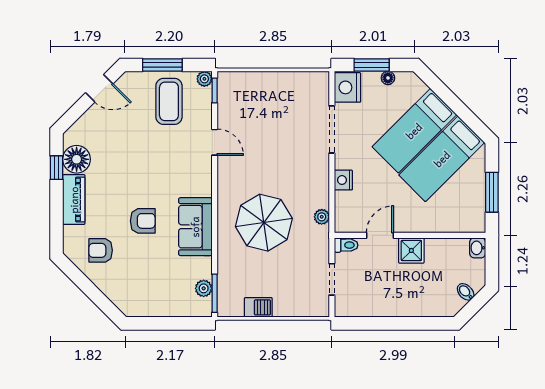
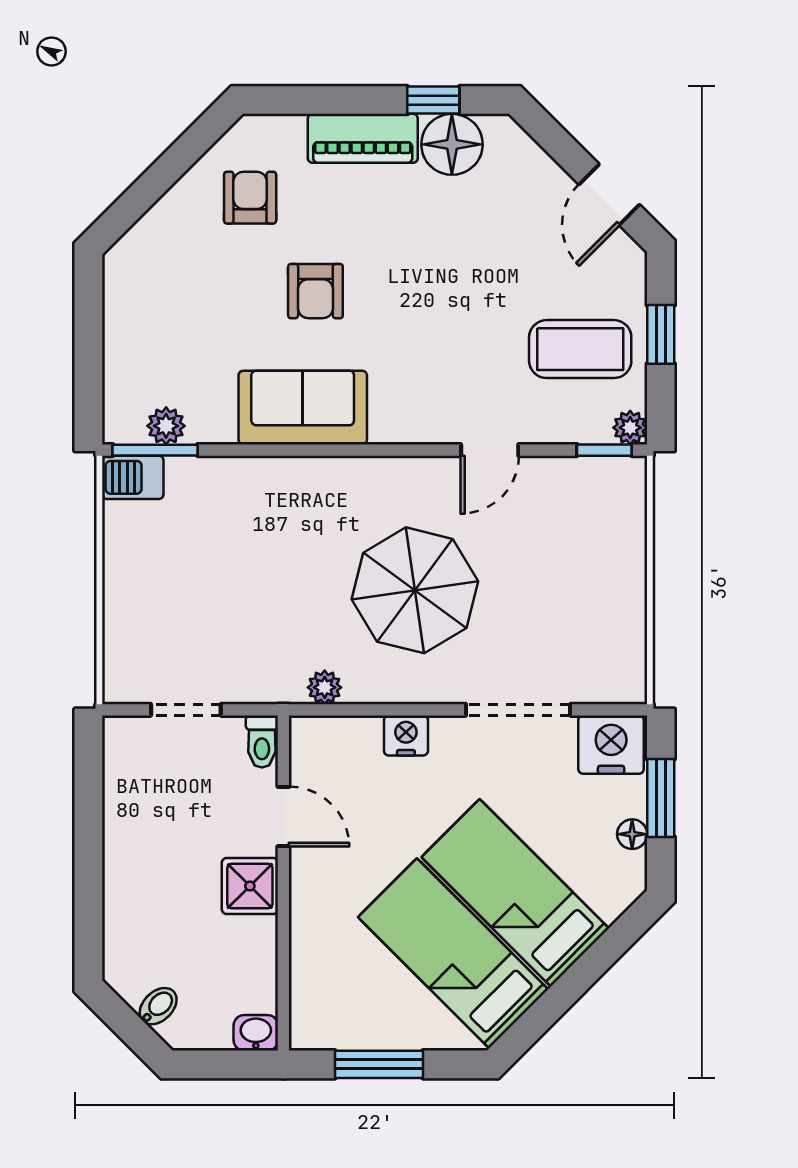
window: (162, 65) -> (661, 334), width x0.67
parasol: (264, 223) -> (415, 590), moved
barbecue: (258, 307) -> (133, 477), moved, turned 90

